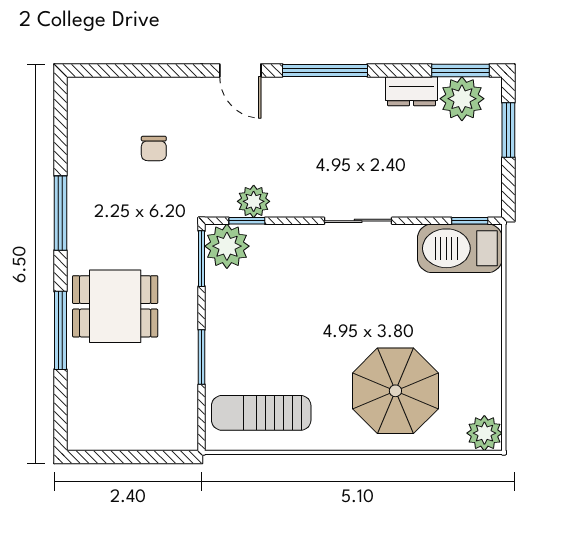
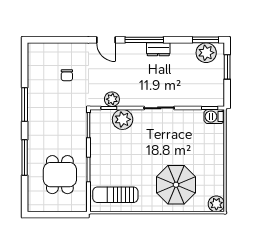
dresser: (412, 91) -> (158, 49), moved
plant: (227, 246) -> (123, 119), moved
barbecue: (460, 248) -> (214, 117), width x0.53, depth x0.65
dining table: (115, 306) -> (60, 175), moved, turned 90

